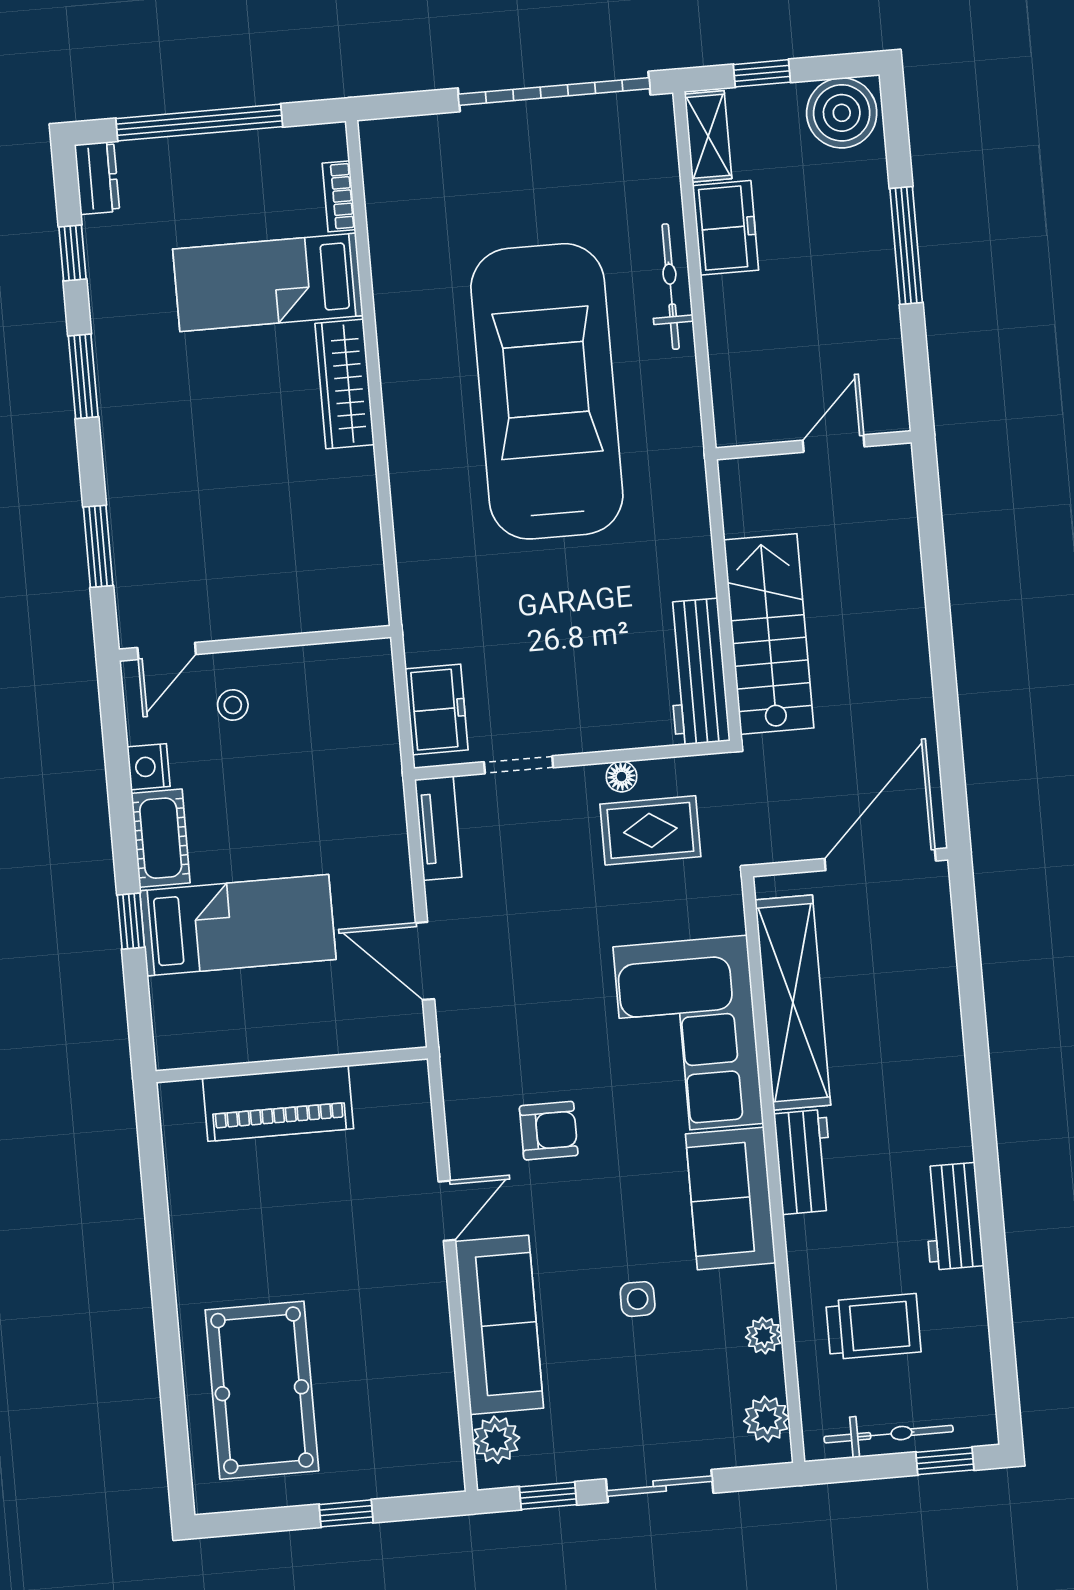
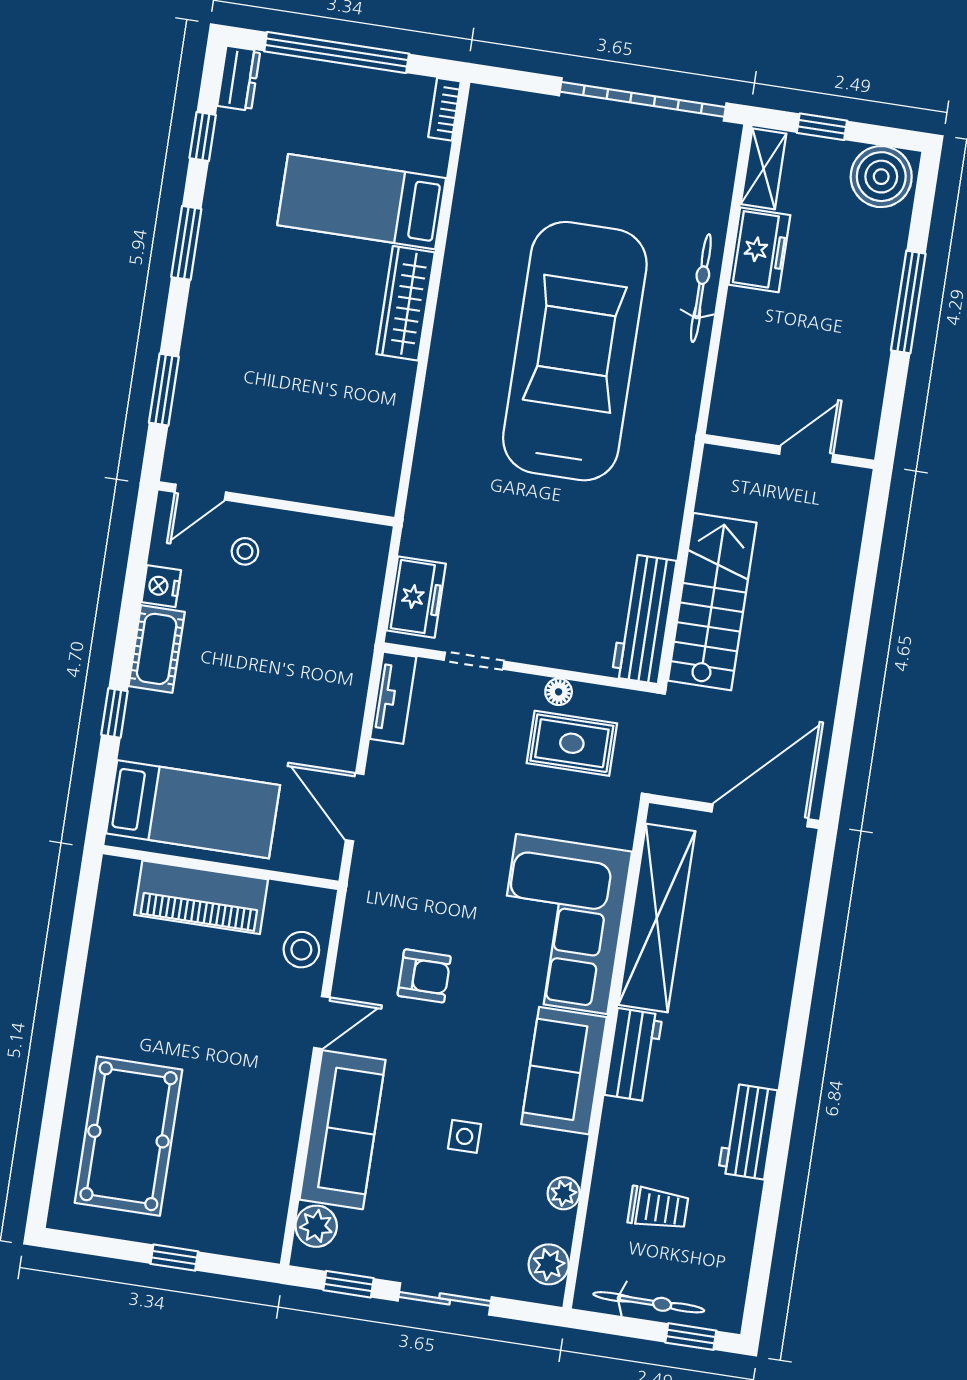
bookcase: (339, 196) -> (445, 109), moved
bed: (238, 925) -> (193, 809), moved
stool: (404, 1135) -> (301, 950), added
trolley: (873, 1327) -> (658, 1208), width x0.73, depth x0.72

